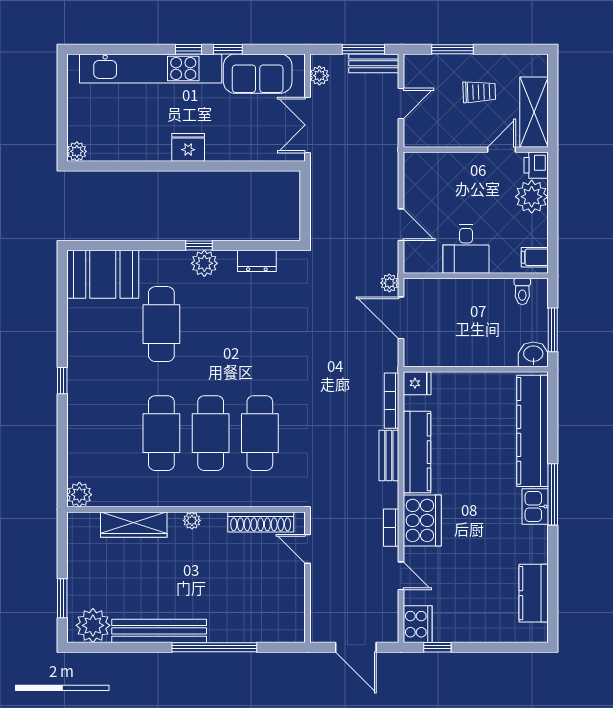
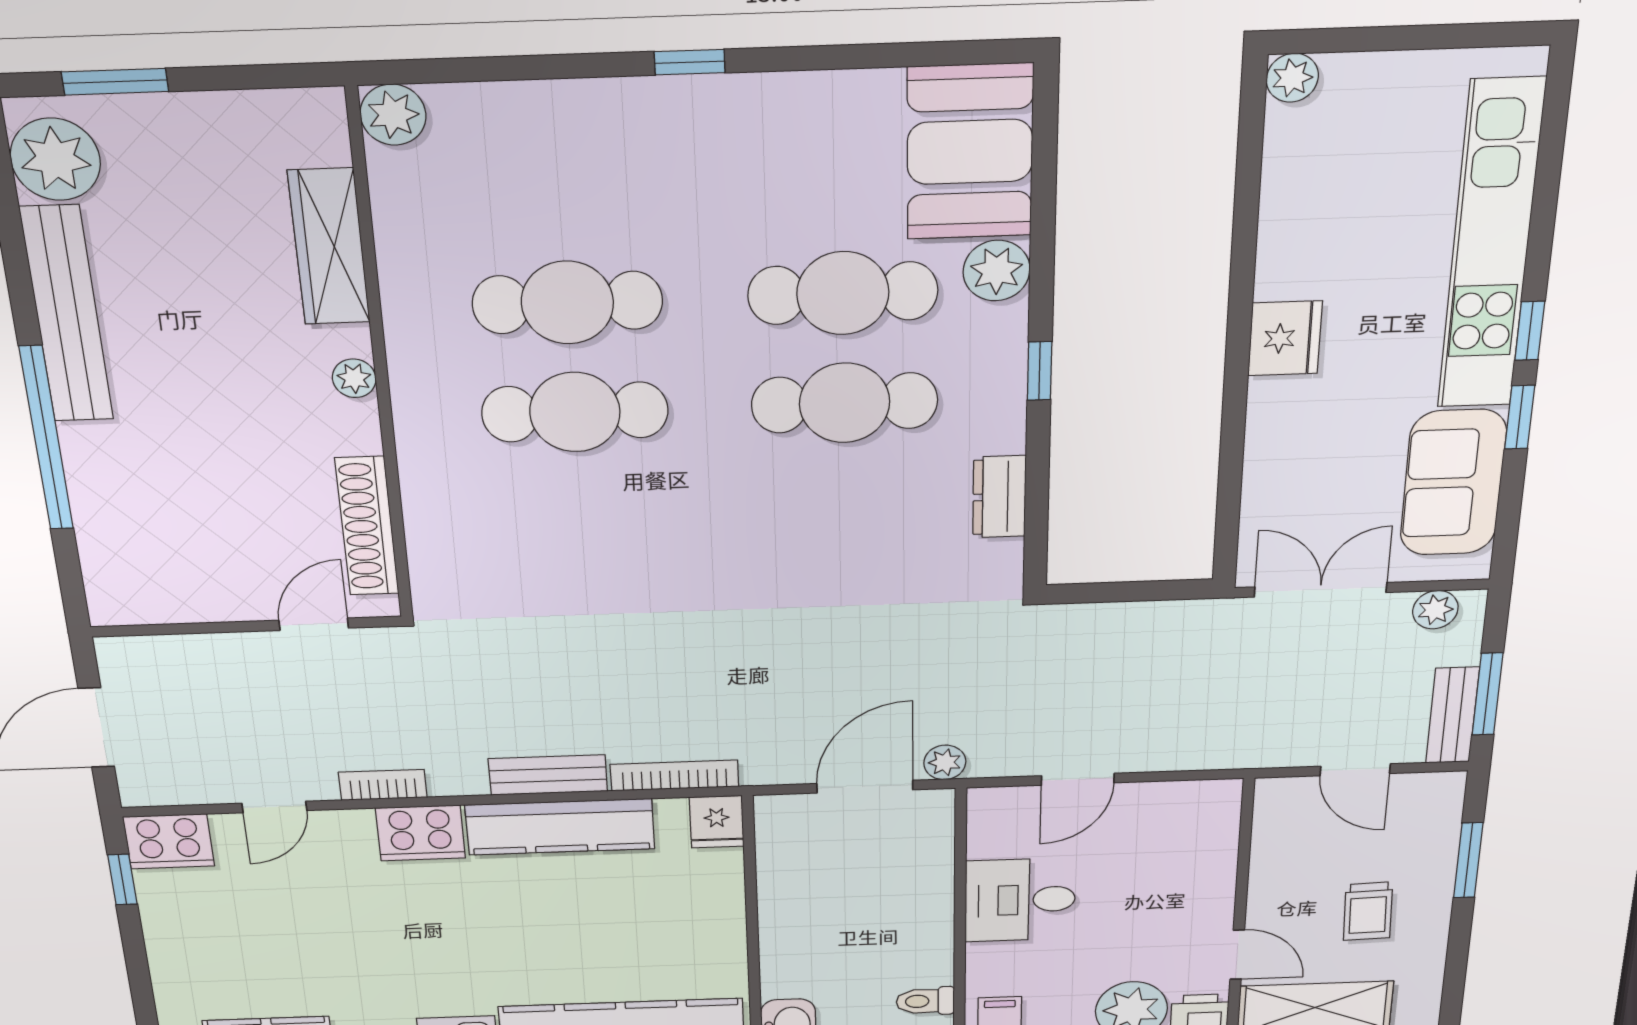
plant: (204, 263) -> (997, 271), moved
cafe table: (260, 433) -> (845, 403), moved
cooker: (422, 520) -> (420, 833), width x0.73, depth x0.76

